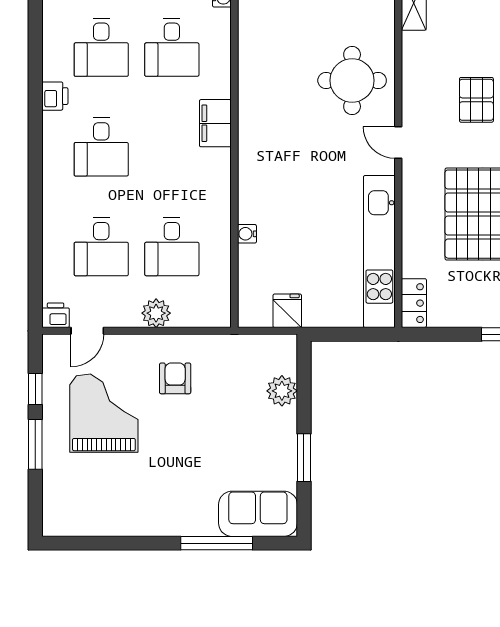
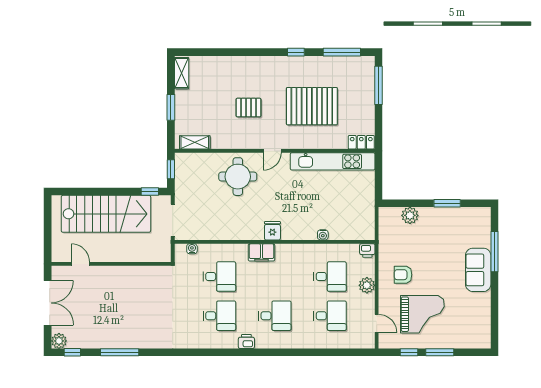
fridge: (287, 311) -> (272, 231), moved, turned 90
printer: (56, 315) -> (367, 250), moved, turned -90
grand piano: (104, 413) -> (422, 314), turned 180
sofa: (258, 514) -> (478, 270), moved

